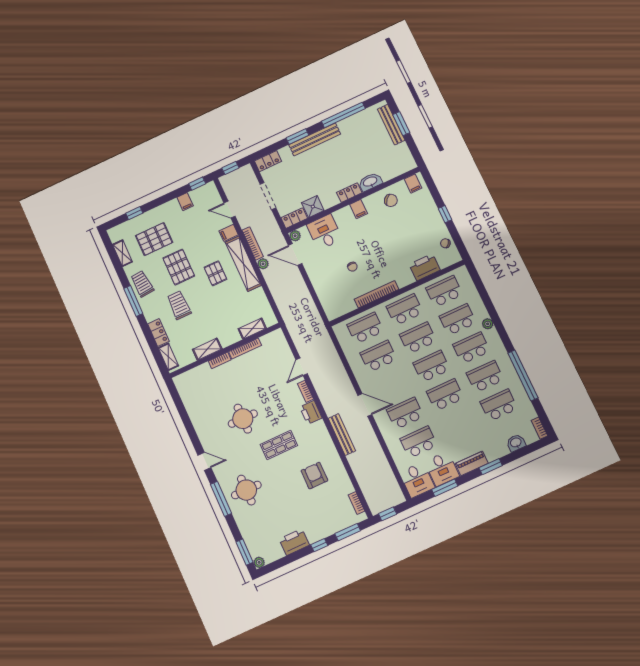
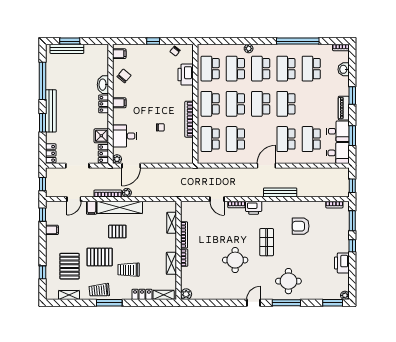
plant: (180, 381) -> (186, 294), added

